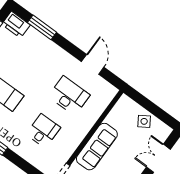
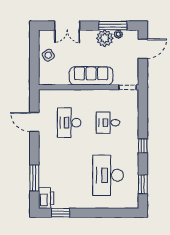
door: (93, 64) -> (34, 122), hinge flipped

